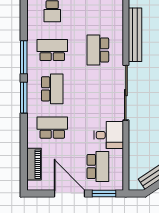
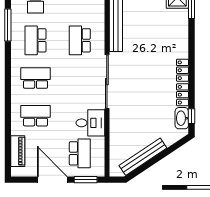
school desk: (52, 50) -> (36, 40), turned -90
window: (24, 57) -> (8, 25), moved
school desk: (52, 89) -> (36, 78), turned -90
window: (24, 98) -> (8, 87), removed

